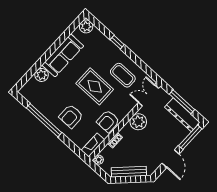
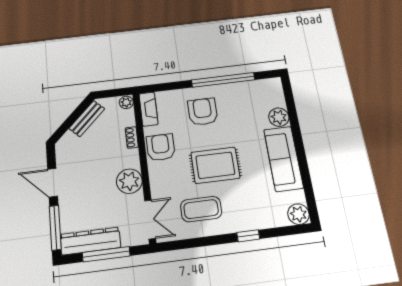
bench: (129, 172) -> (87, 119), width x0.73

